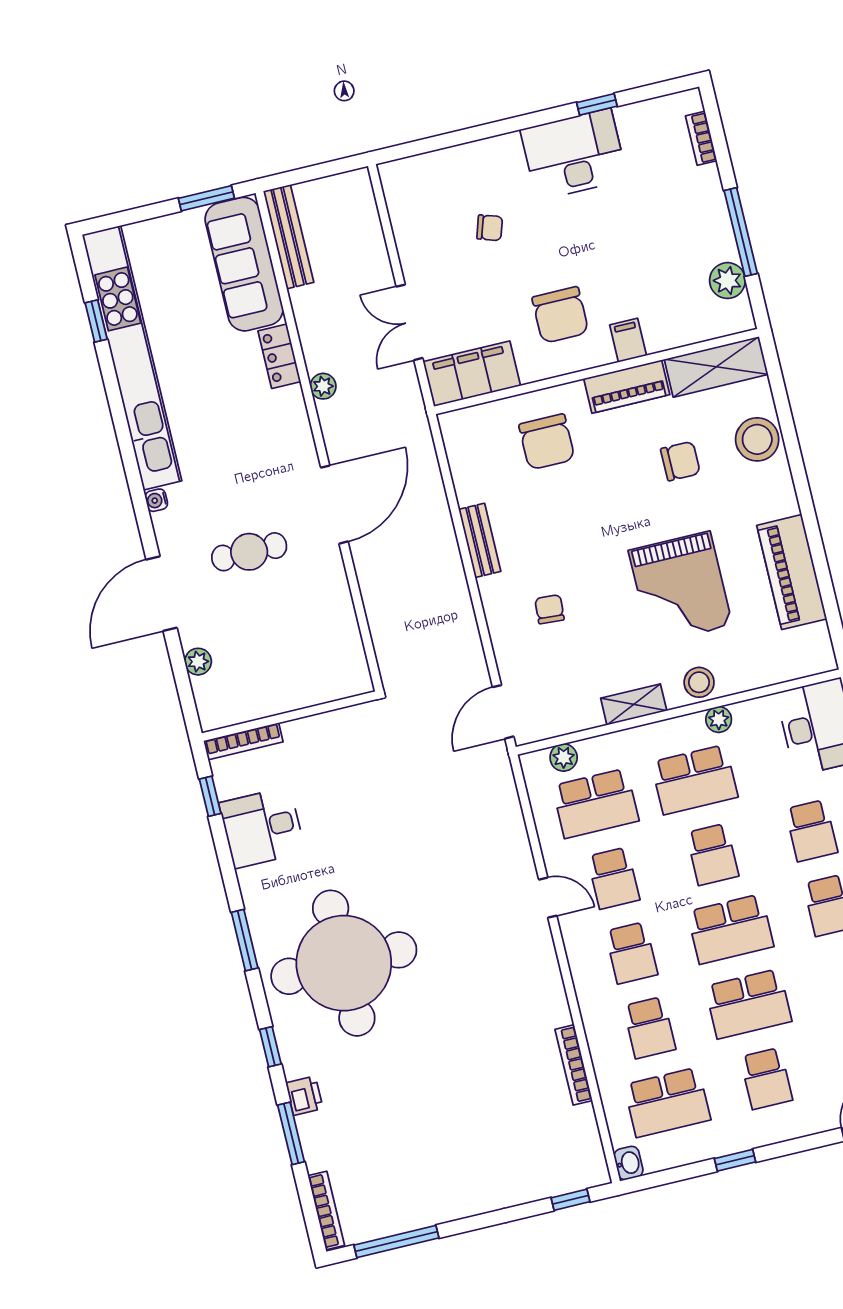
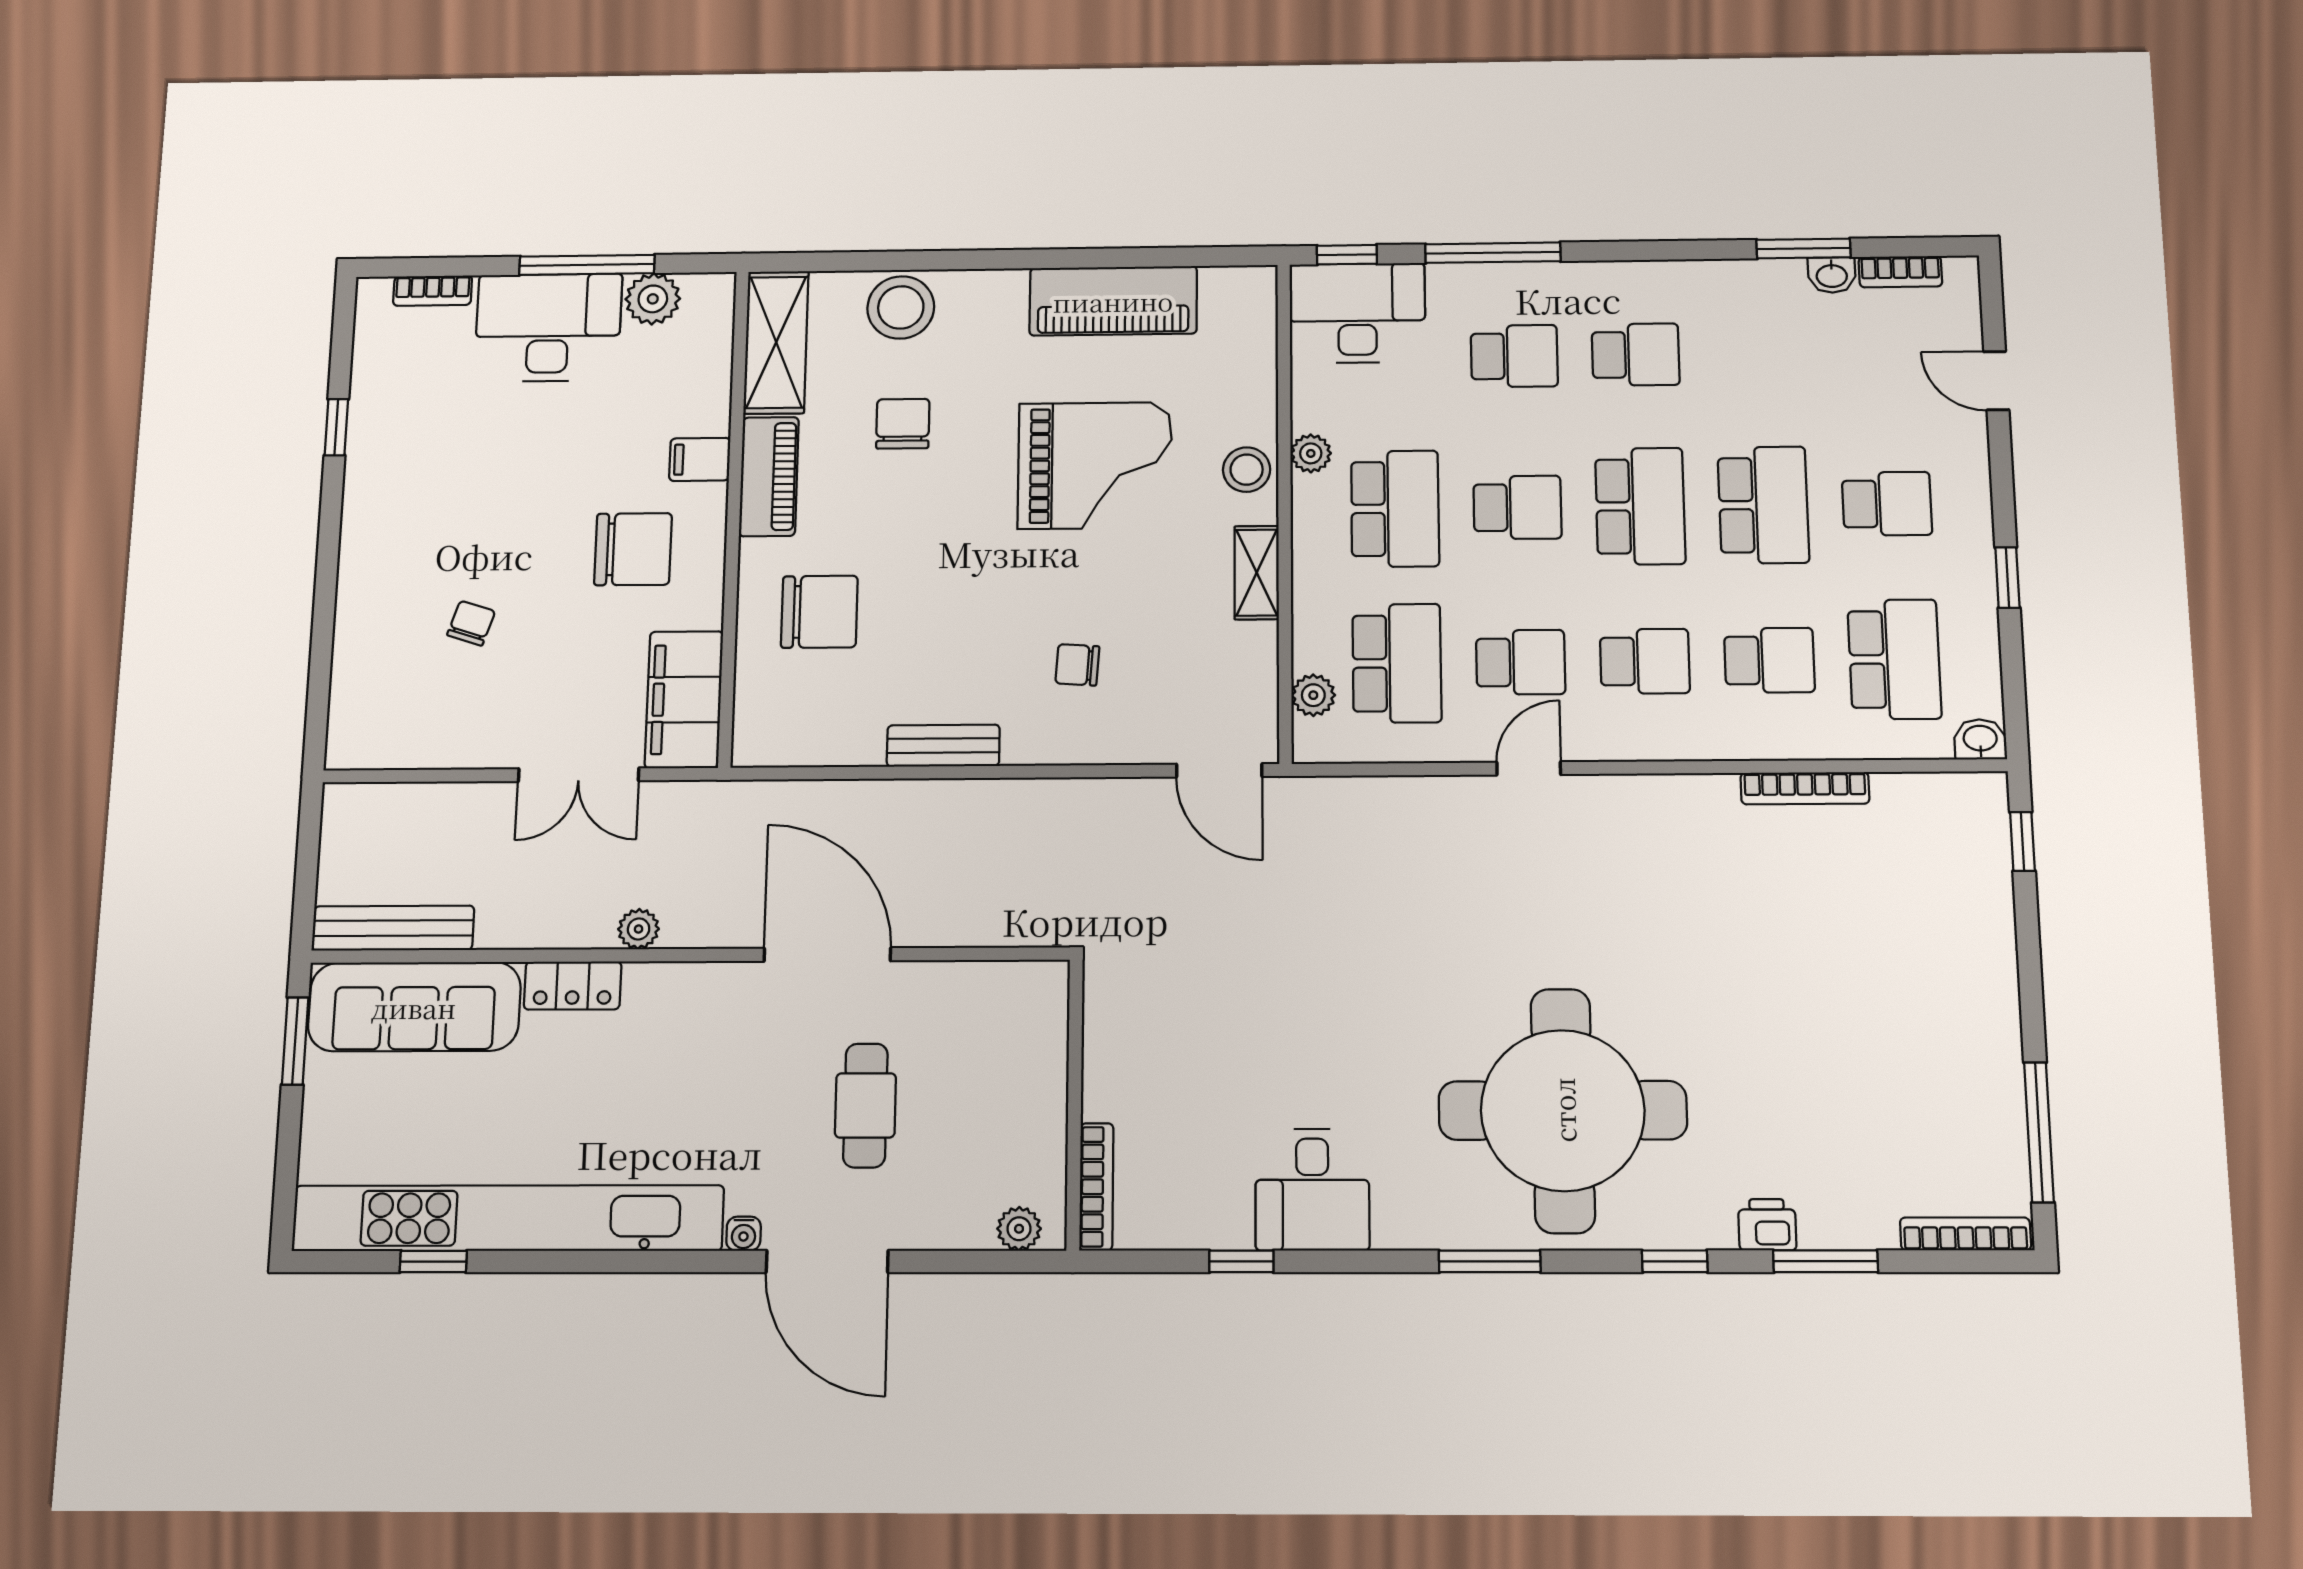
desk: (574, 154) -> (548, 328), moved, turned 90
door: (162, 594) -> (827, 1261), moved
wall: (289, 716) -> (1075, 1104), moved
bookcase: (243, 741) -> (1096, 1187), moved

